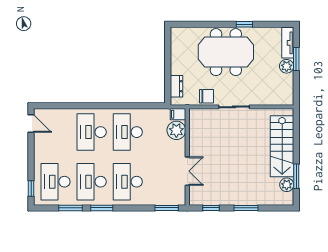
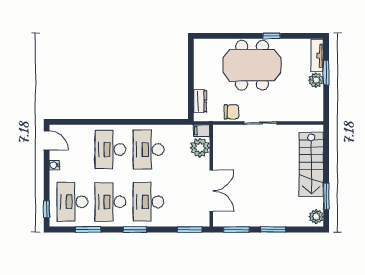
water cooler: (38, 147) -> (54, 165), added
double door: (187, 171) -> (211, 191), width x1.37
plant: (287, 185) -> (316, 217), moved
window: (102, 208) -> (135, 229), moved
window: (211, 208) -> (236, 229), width x1.50

